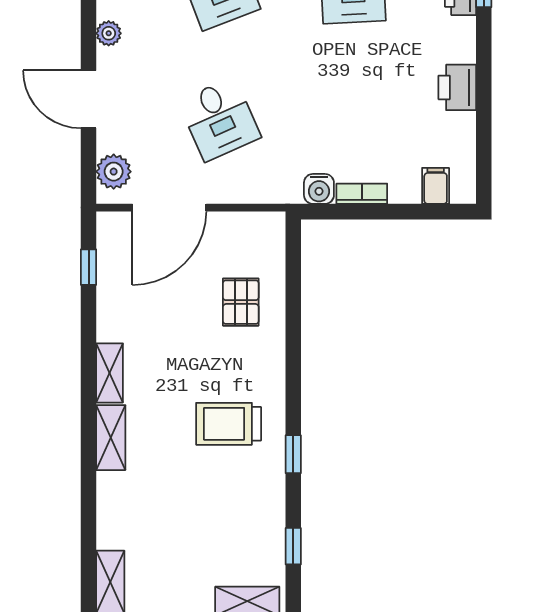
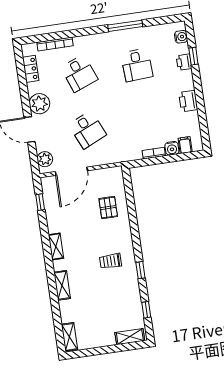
plant: (109, 33) -> (39, 104), width x1.88, depth x1.88
water cooler: (319, 189) -> (172, 148), moved
trolley: (229, 424) -> (111, 261), width x0.73, depth x0.72
shelving: (111, 438) -> (62, 285), moved

